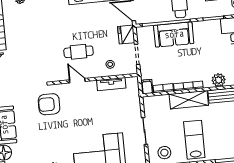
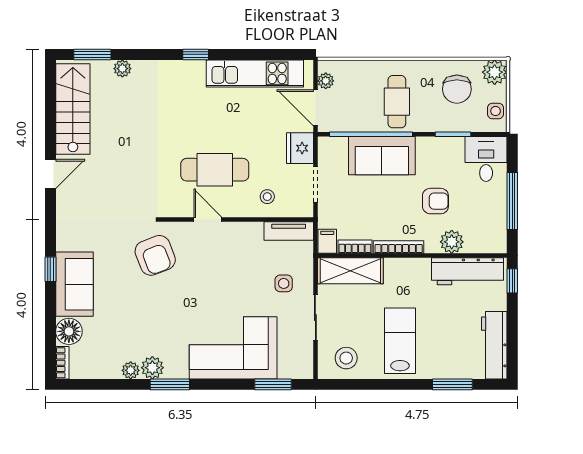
cafe table: (79, 52) -> (215, 170), width x1.37, depth x1.35
armchair: (207, 58) -> (435, 201), added
tv unit: (111, 84) -> (289, 231), moved
shelving: (189, 100) -> (350, 271), moved
armchair: (49, 104) -> (155, 255), turned -111
side table: (124, 113) -> (284, 283), added

